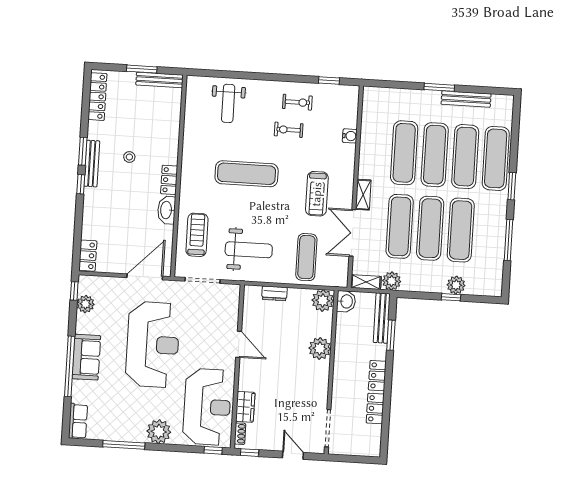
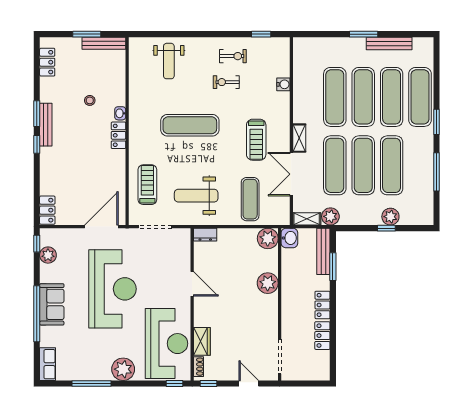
locker: (97, 97) -> (47, 62), width x0.66
stool: (129, 157) -> (90, 100), moved
washbasin: (167, 210) -> (120, 113), moved, width x0.52, depth x0.69
weight bench: (249, 250) -> (196, 196), turned 180
dresser: (274, 293) -> (205, 235), moved

